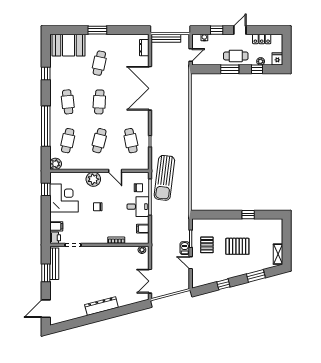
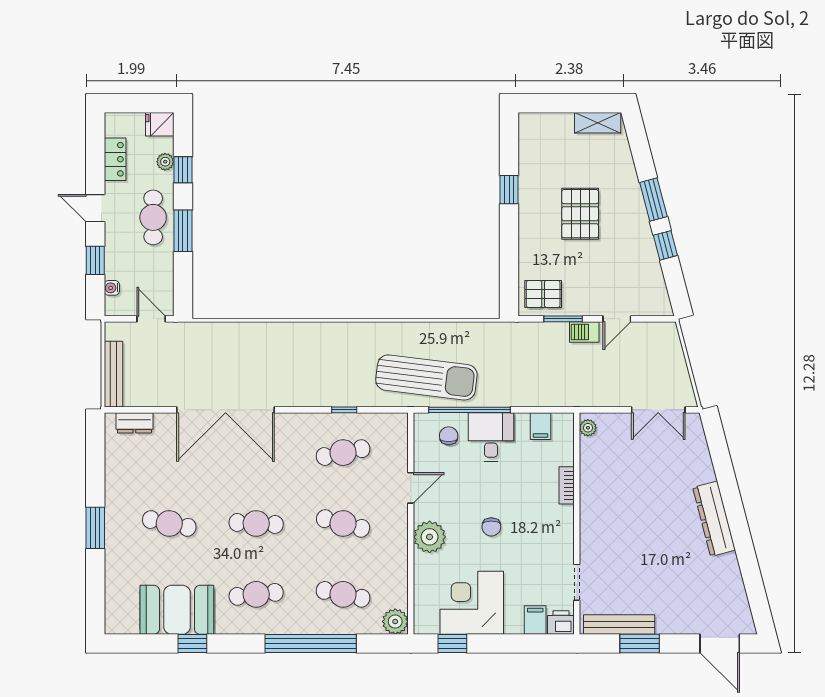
booth: (69, 45) -> (177, 610), moved, turned 90
pallet: (207, 245) -> (543, 294), moved
window: (256, 276) -> (653, 199), moved

